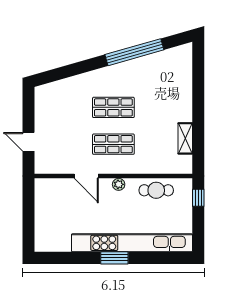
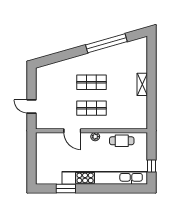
shelving: (185, 138) -> (142, 84), moved
window: (198, 198) -> (151, 166), moved
window: (114, 258) -> (66, 189), moved

